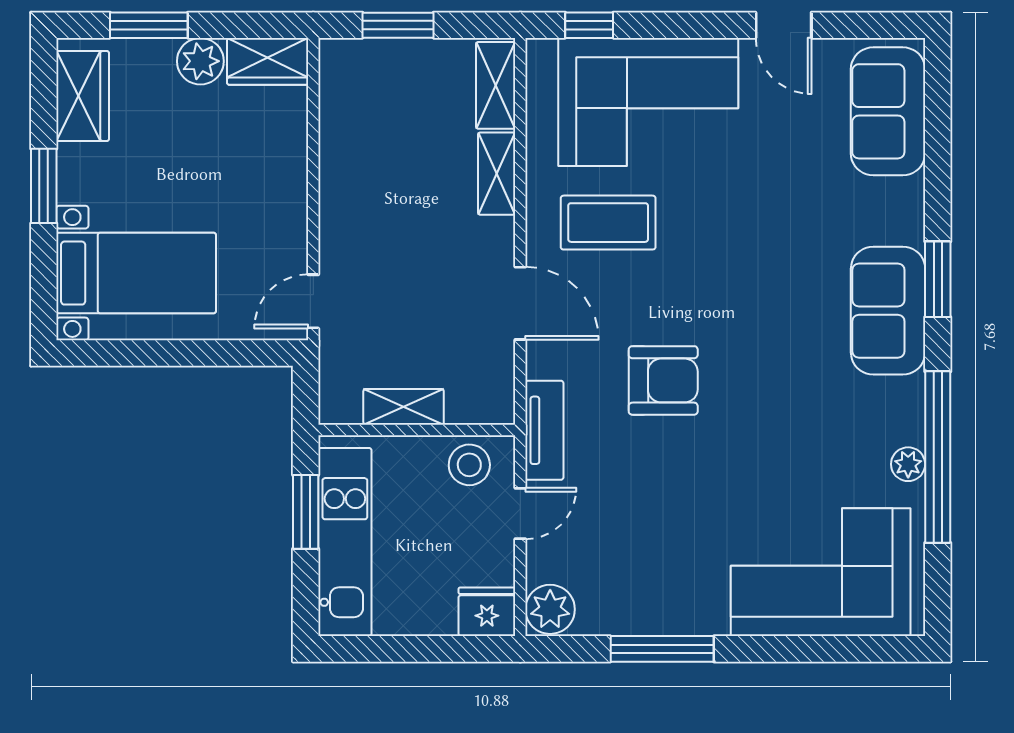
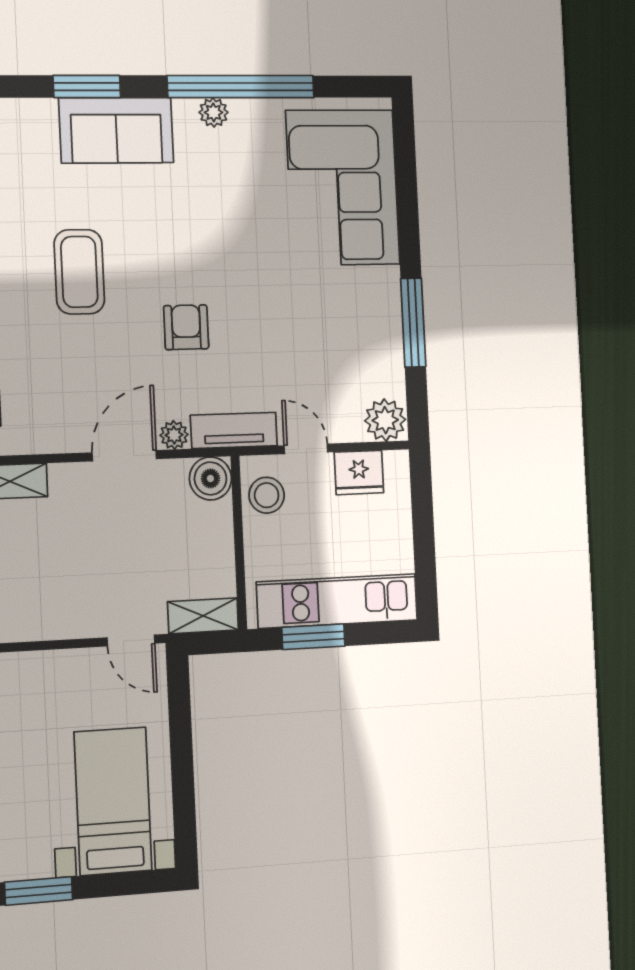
coffee table: (608, 223) -> (79, 272), moved
plant: (542, 361) -> (174, 435), added
armchair: (663, 380) -> (186, 327), width x0.72, depth x0.72
boiler: (491, 401) -> (210, 478), added
shelving: (404, 407) -> (203, 616), moved, turned 90
plant: (908, 464) -> (214, 112), moved
fridge: (487, 612) -> (359, 473), moved, turned -90

